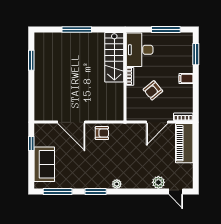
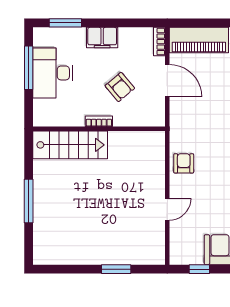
desk: (140, 50) -> (53, 73), moved, turned 90
window: (31, 60) -> (116, 269), moved
filing cabinet: (186, 79) -> (102, 38), width x2.00
door: (71, 122) -> (167, 209), width x0.53

